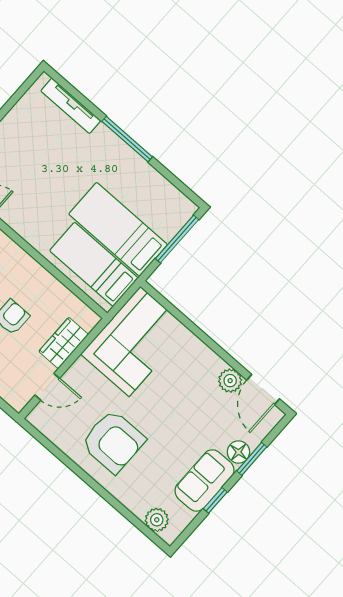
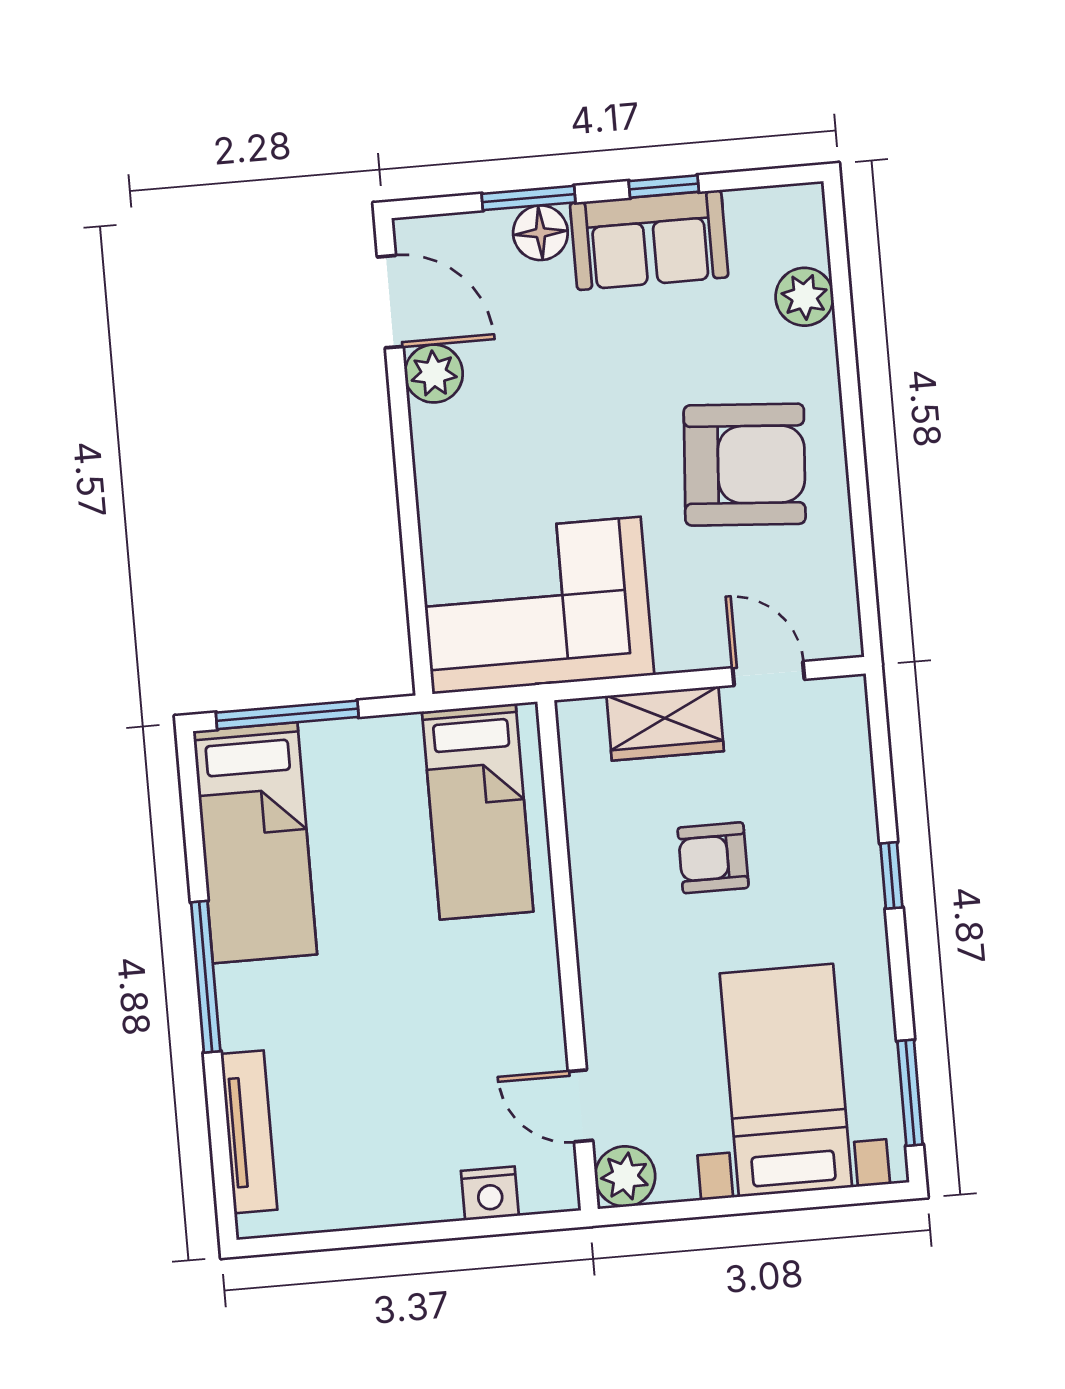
bed: (118, 229) -> (255, 843), moved
door: (263, 389) -> (390, 302), hinge flipped
armchair: (113, 441) -> (745, 465), turned 94
plant: (157, 520) -> (804, 297), moved

